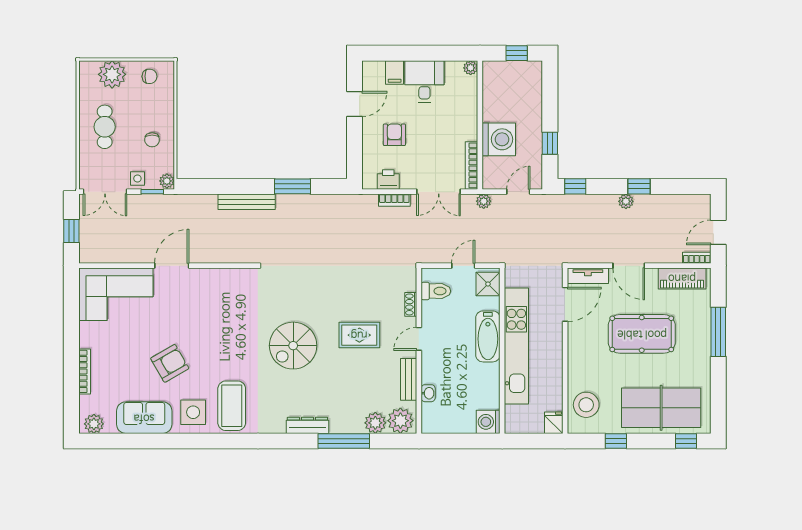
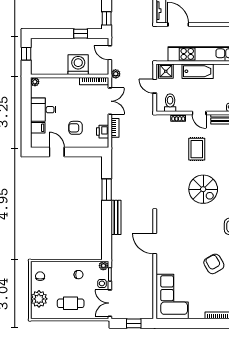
double door: (105, 192) -> (110, 303), swing flipped
door: (172, 266) -> (155, 244), moved

